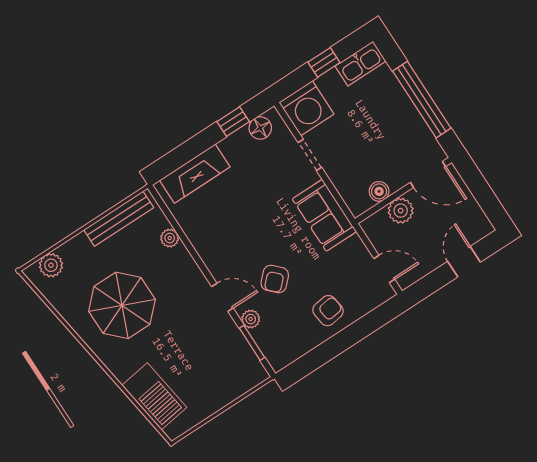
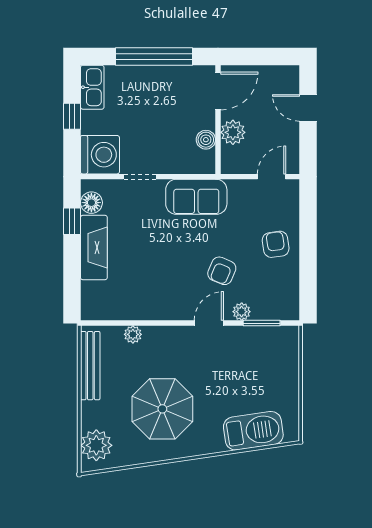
fireplace: (195, 174) -> (94, 248), moved
plant: (51, 265) -> (96, 445), width x1.36, depth x1.36
armchair: (275, 279) -> (222, 271), turned 68

